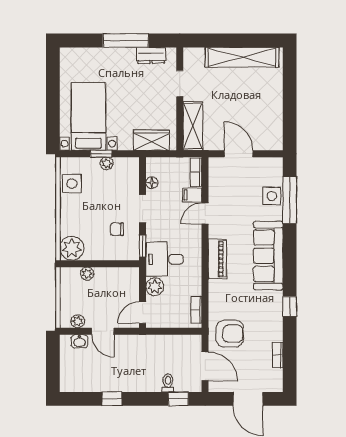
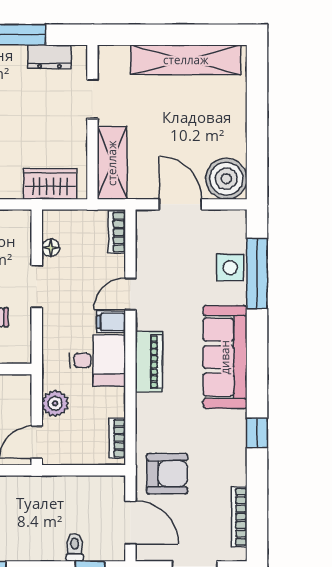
boiler: (269, 137) -> (226, 179), added
filing cabinet: (192, 195) -> (111, 322), moved
window: (143, 246) -> (37, 342), removed
desk: (165, 259) -> (98, 360), moved, turned 180
bookcase: (278, 355) -> (239, 517), width x1.56

